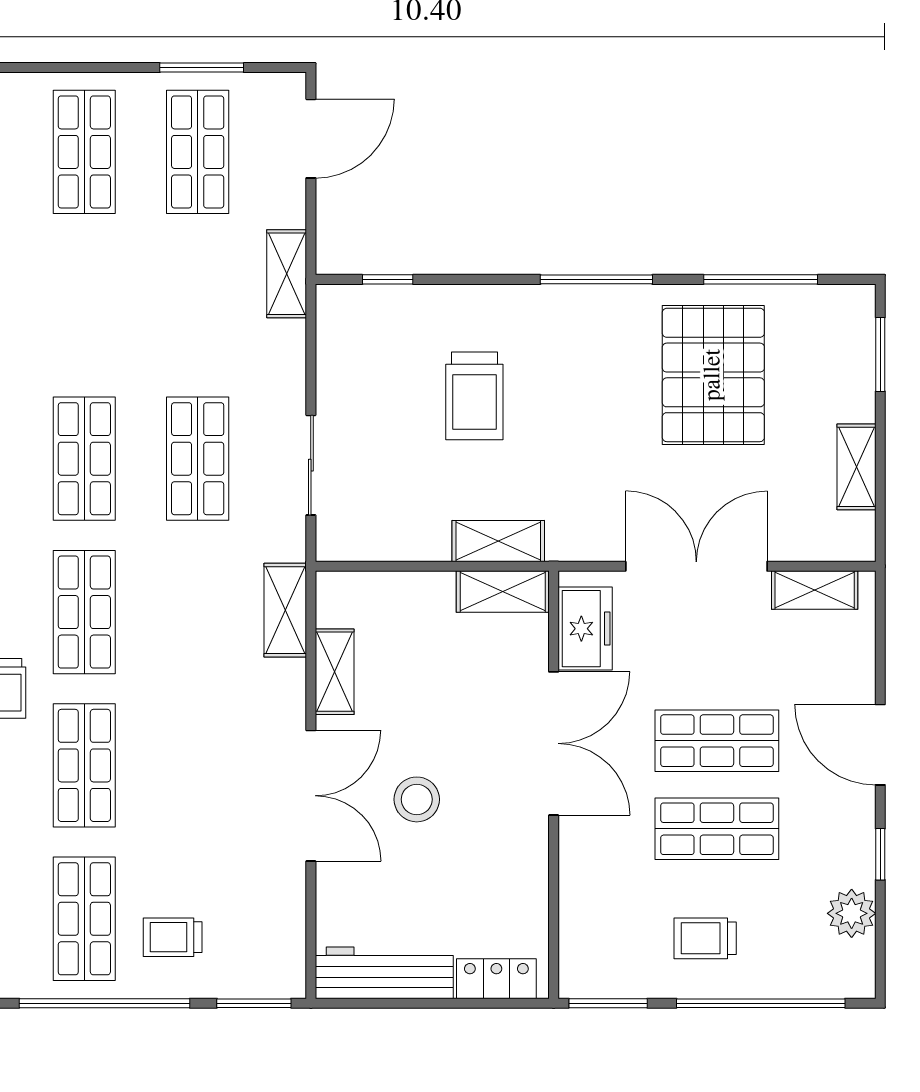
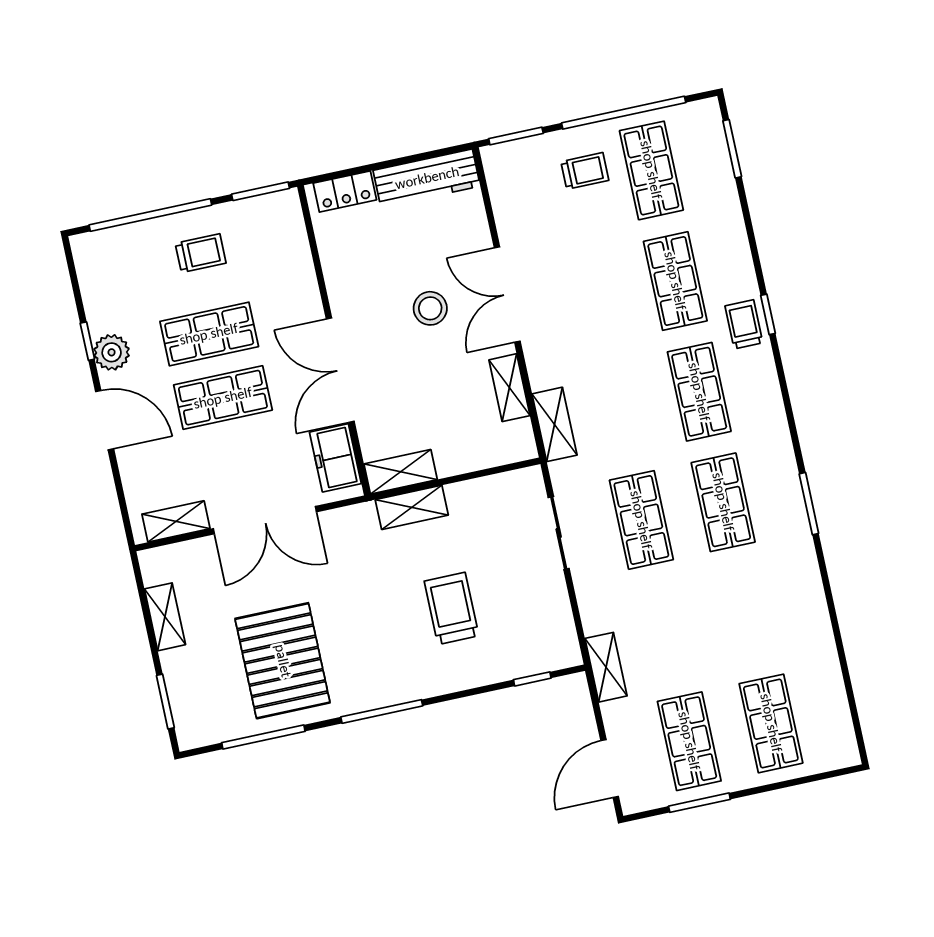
plant: (852, 913) -> (112, 352), moved

